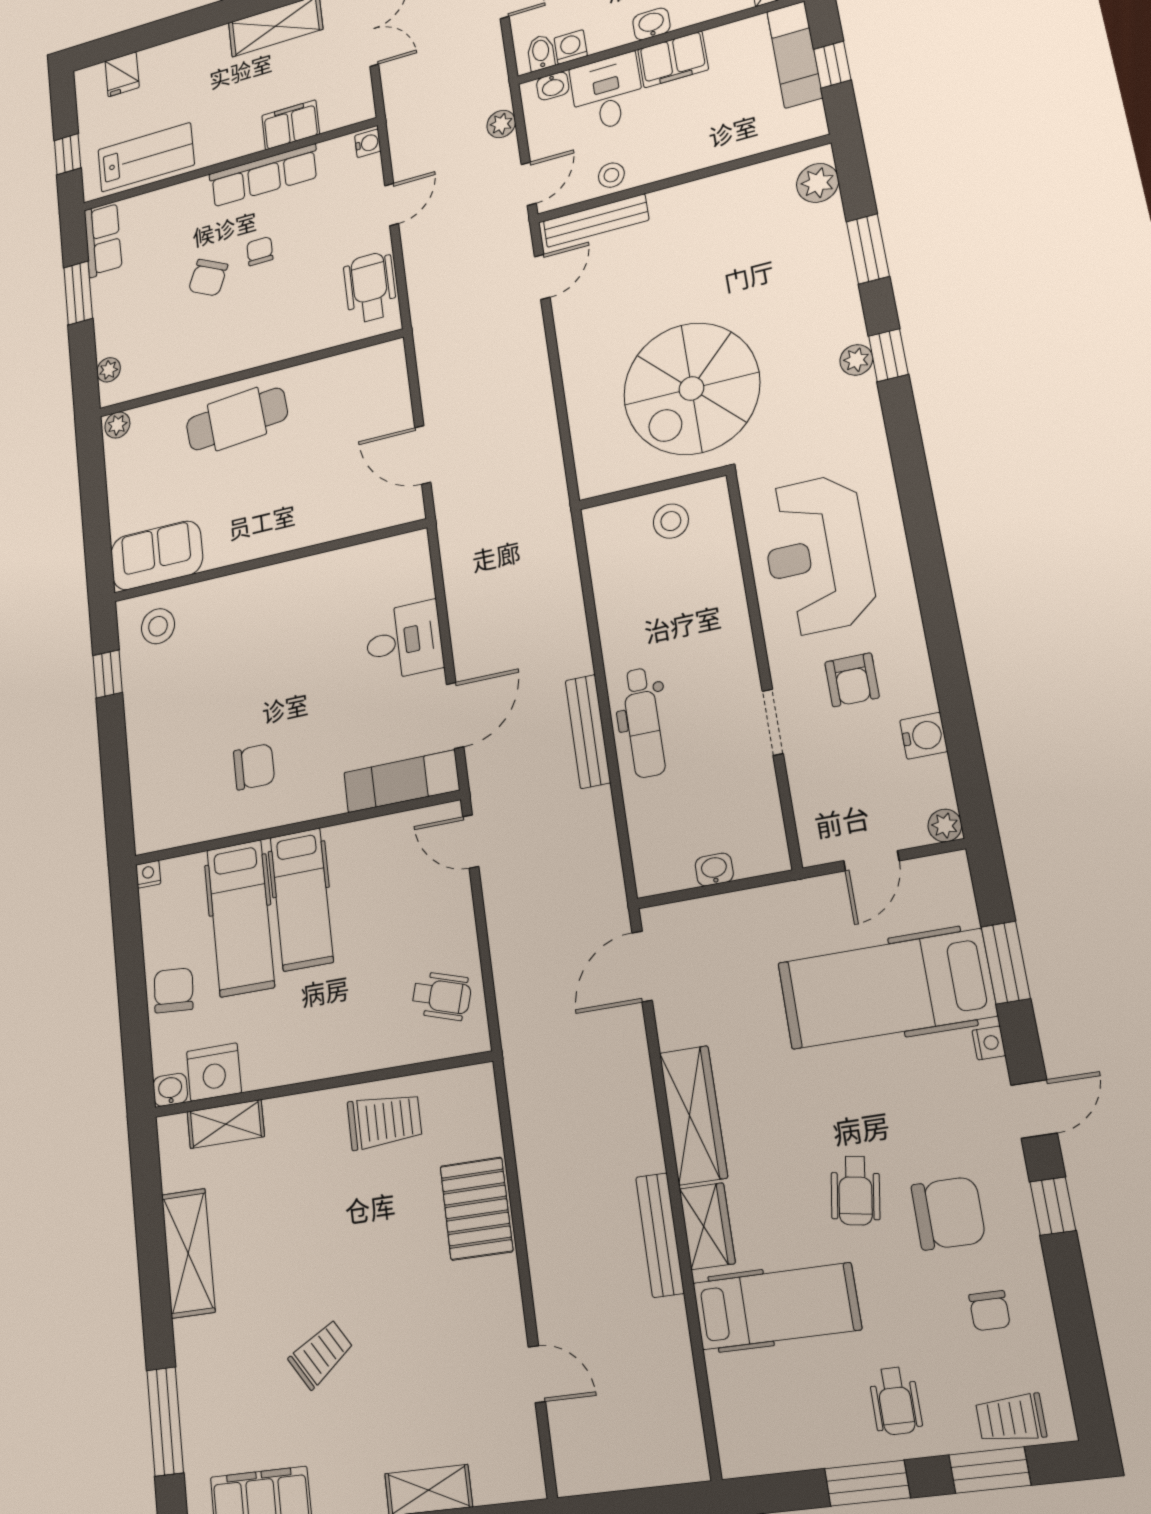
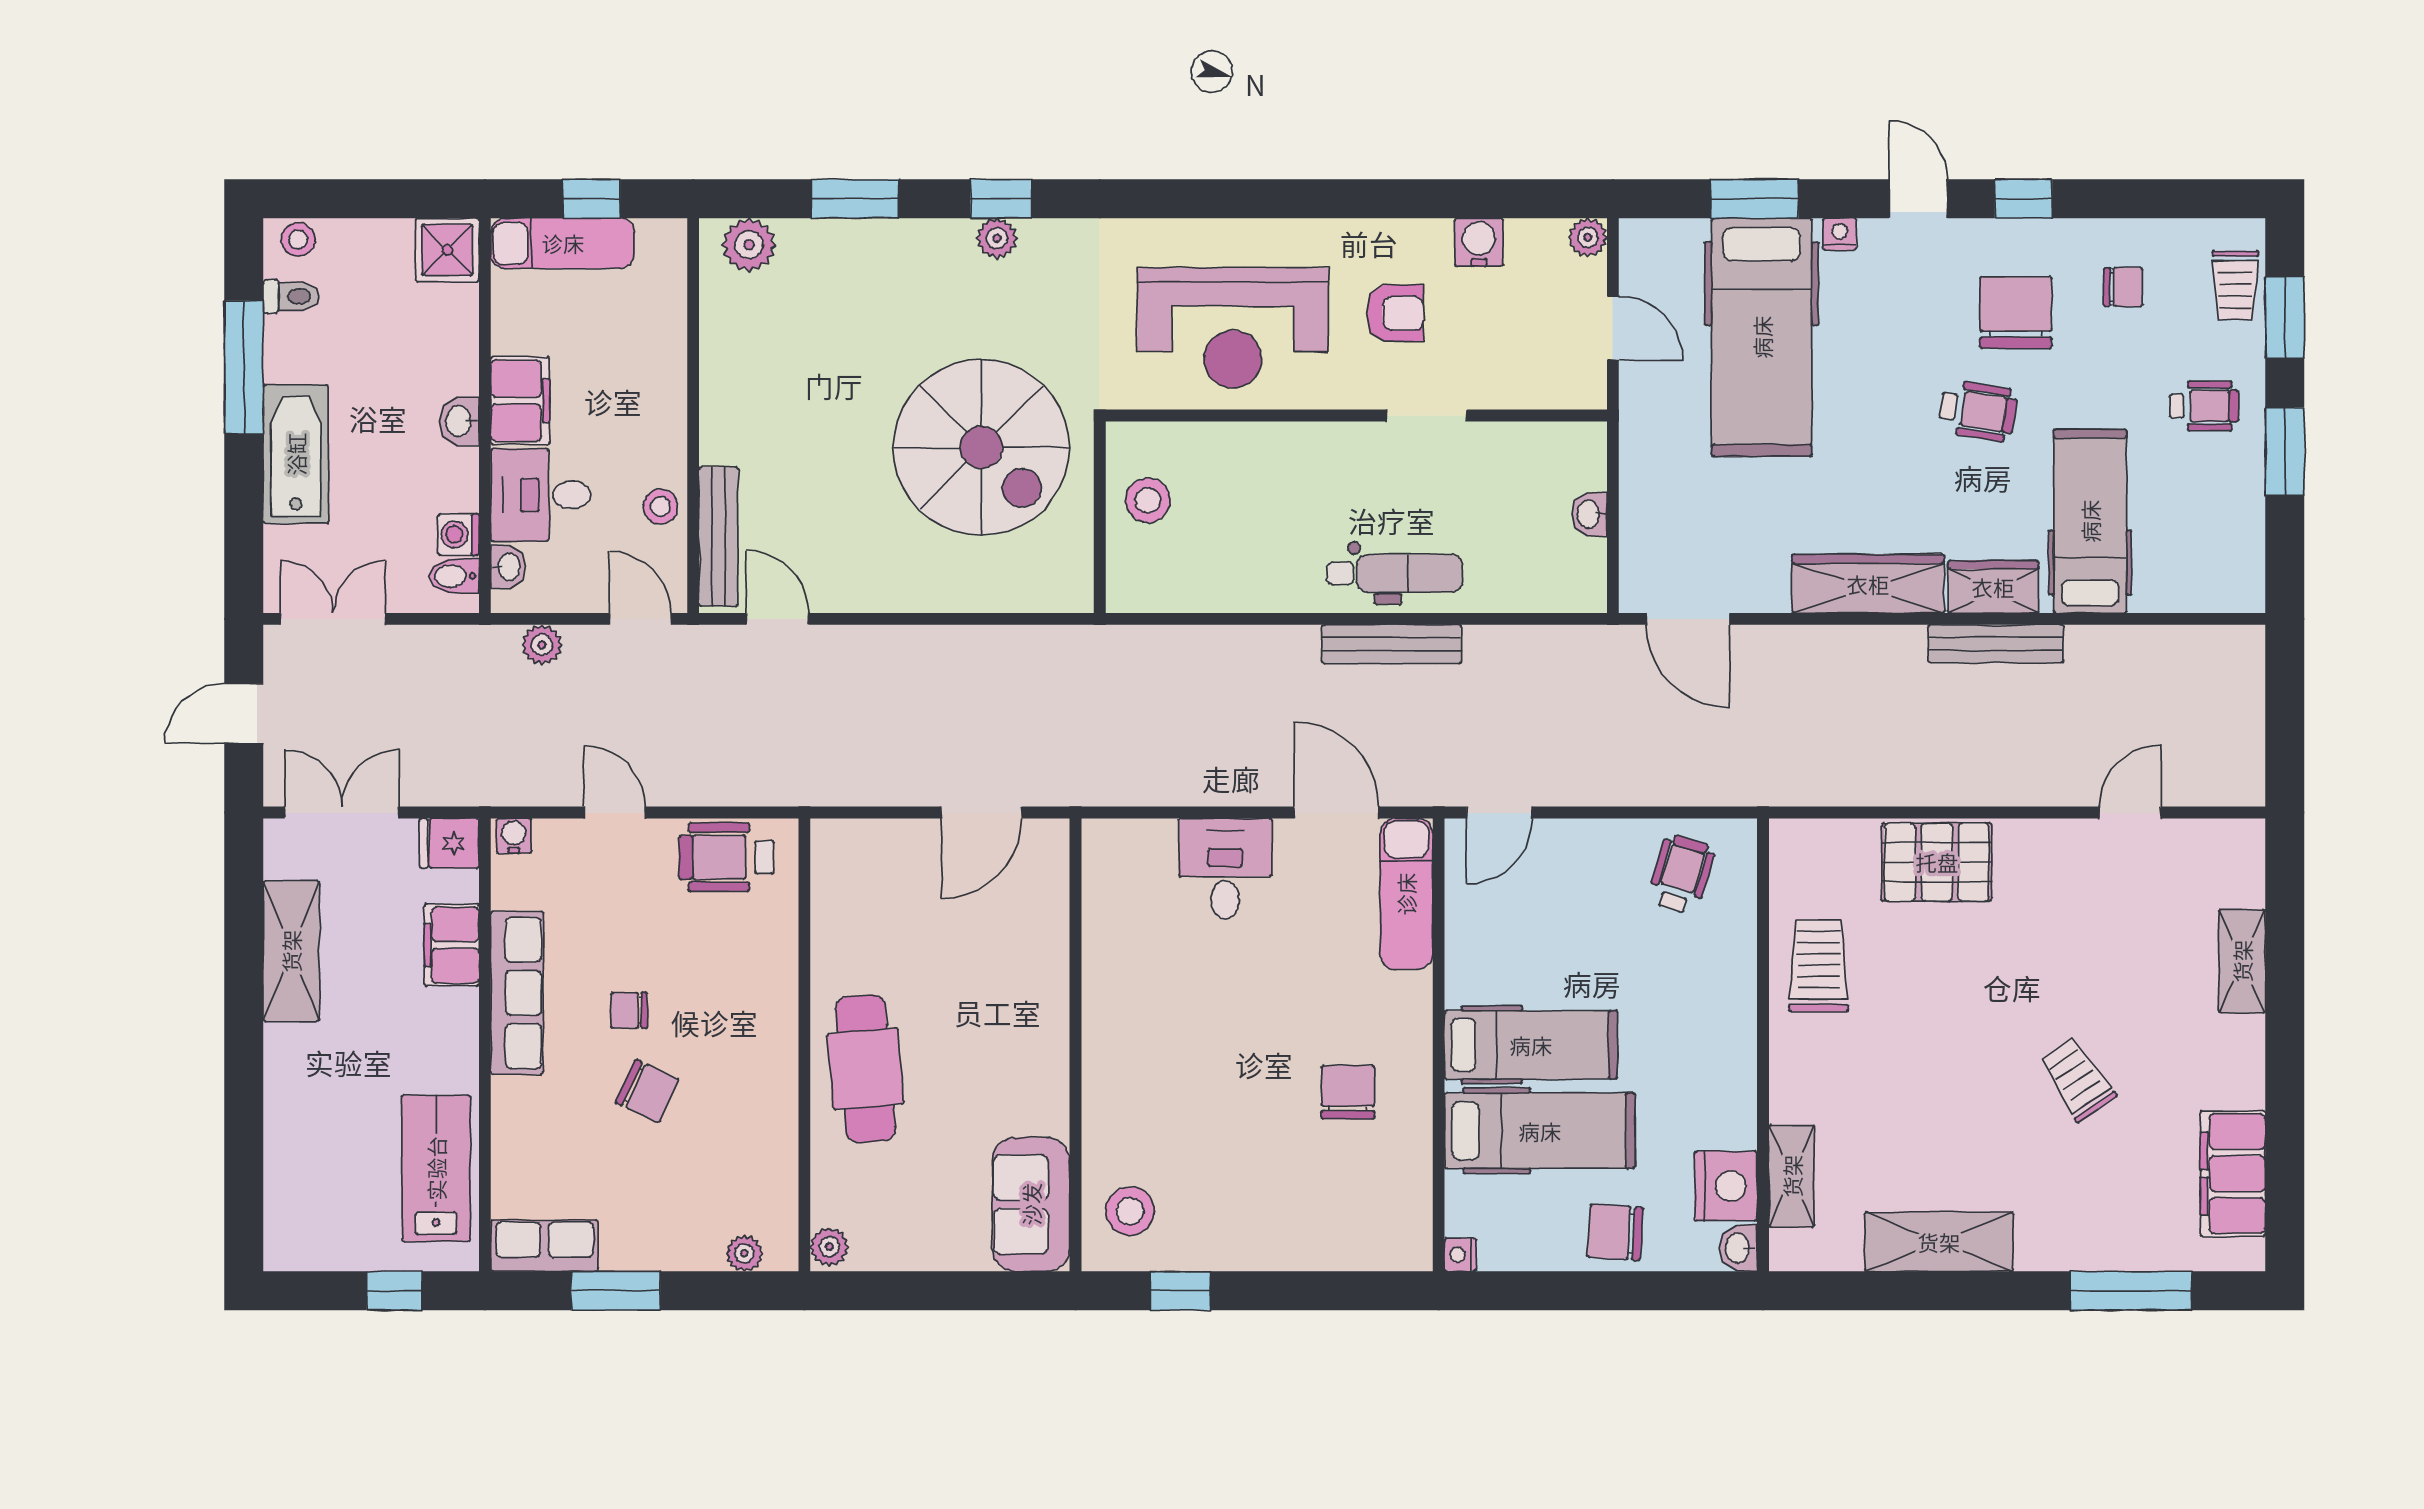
fridge: (122, 74) -> (449, 843), moved, turned 180

